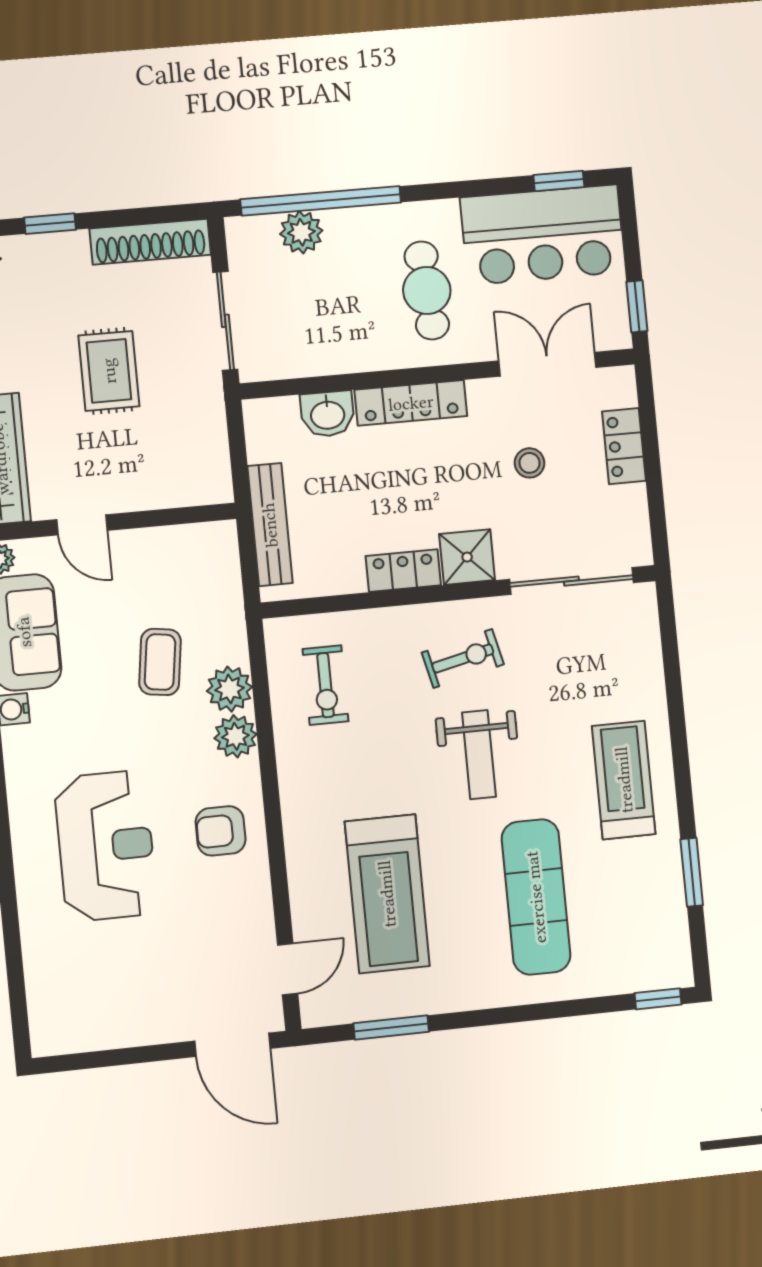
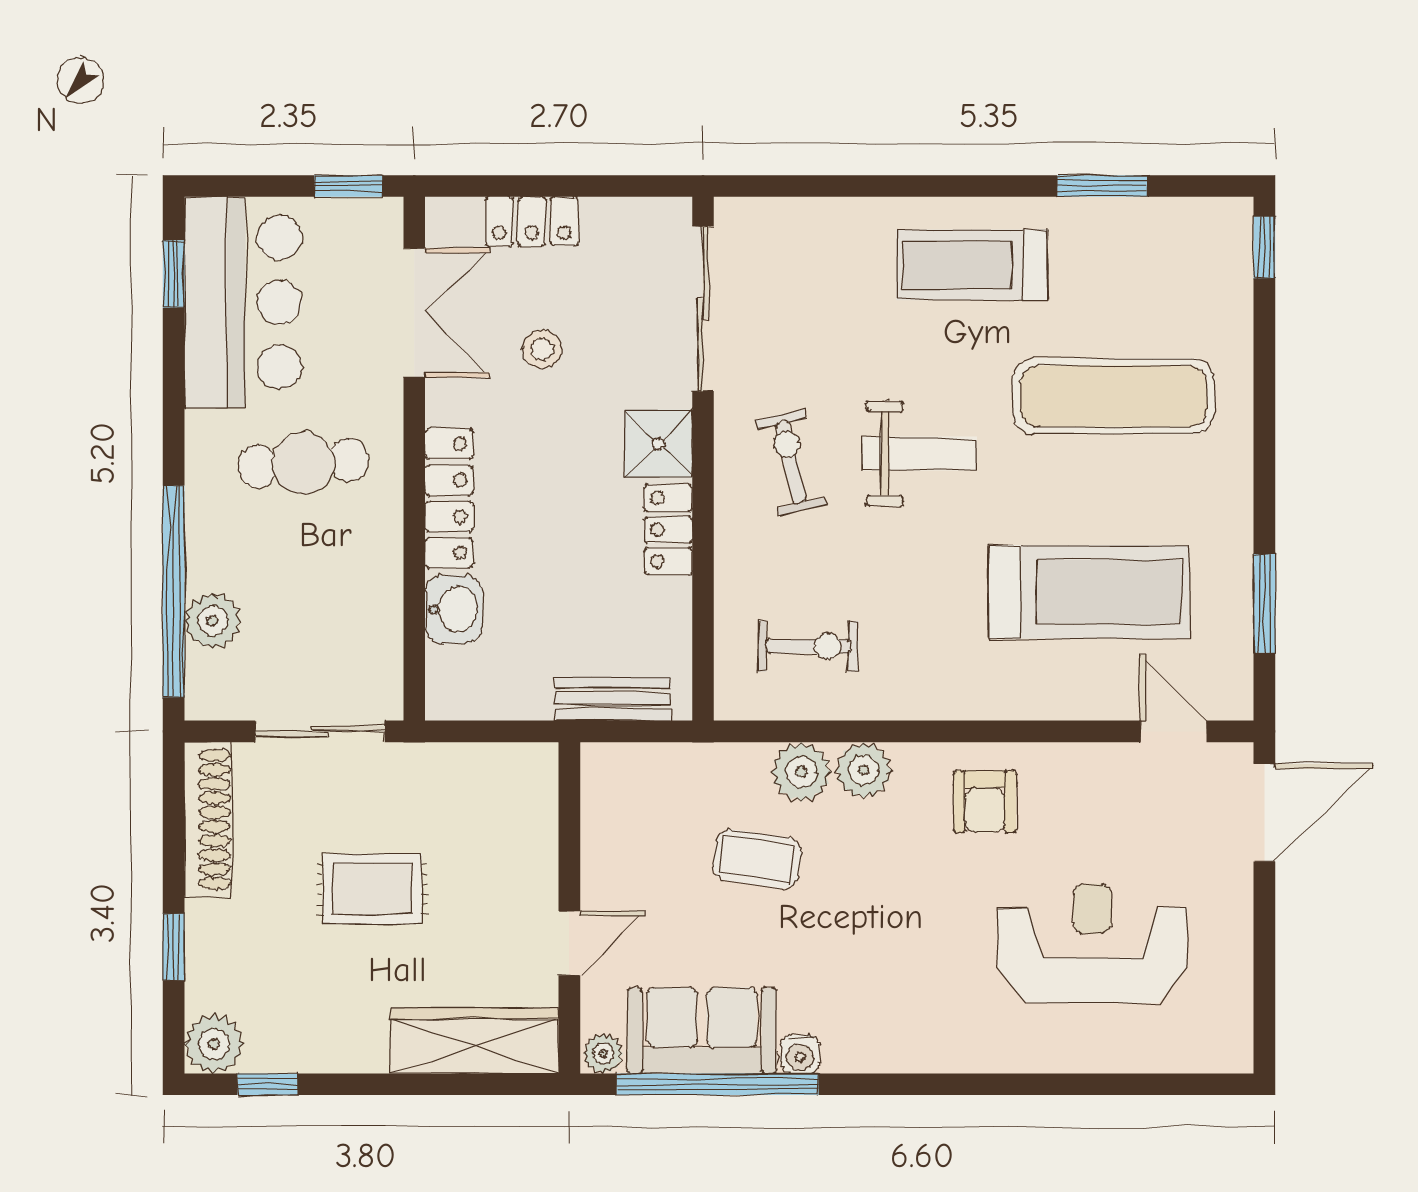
double door: (547, 364) -> (414, 313), swing flipped
bench: (270, 525) -> (613, 699), width x0.73
reception desk: (106, 846) -> (1092, 943), moved

